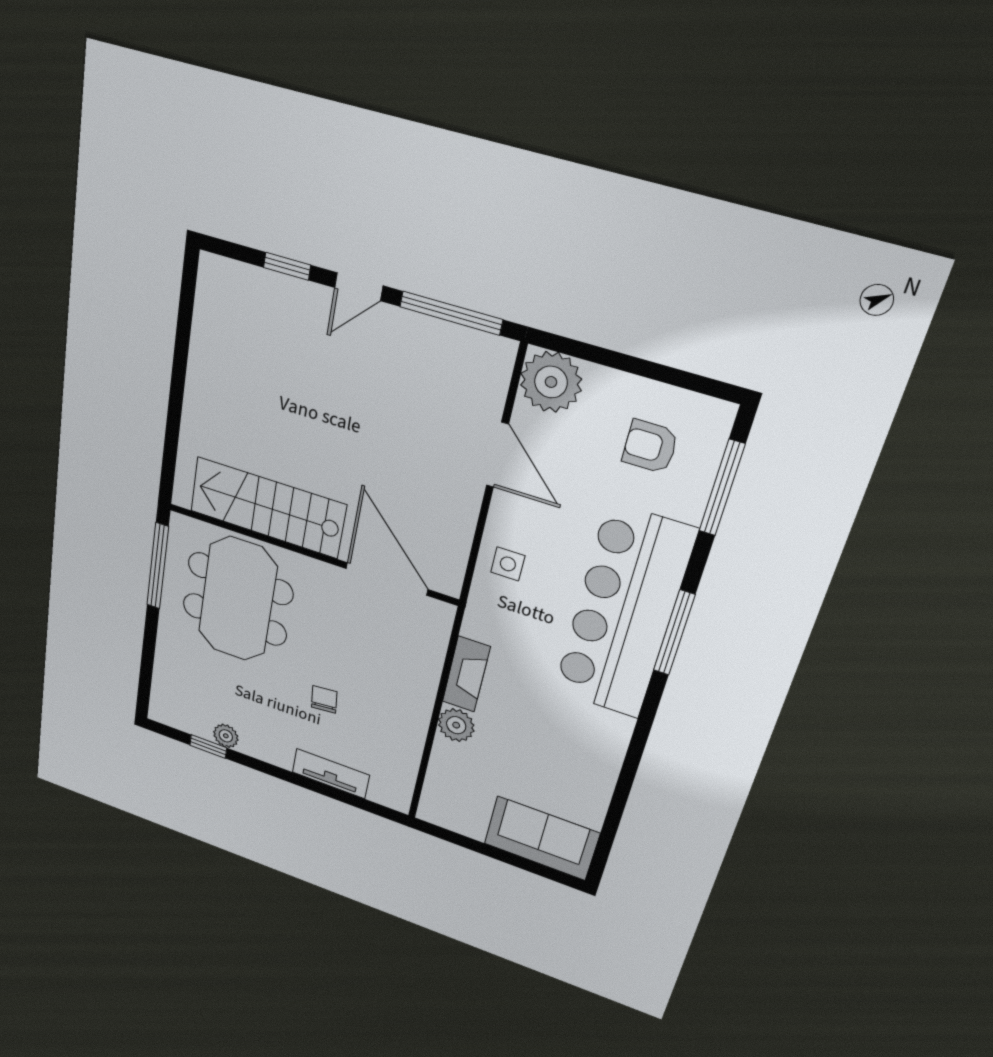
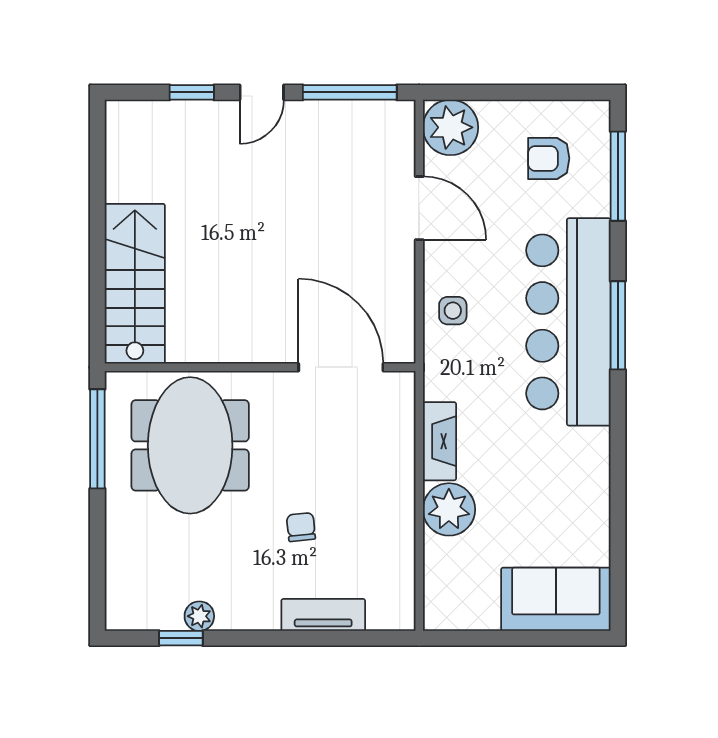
stairs: (267, 508) -> (135, 284), moved, turned 90
plant: (456, 725) -> (449, 509), width x1.36, depth x1.36

